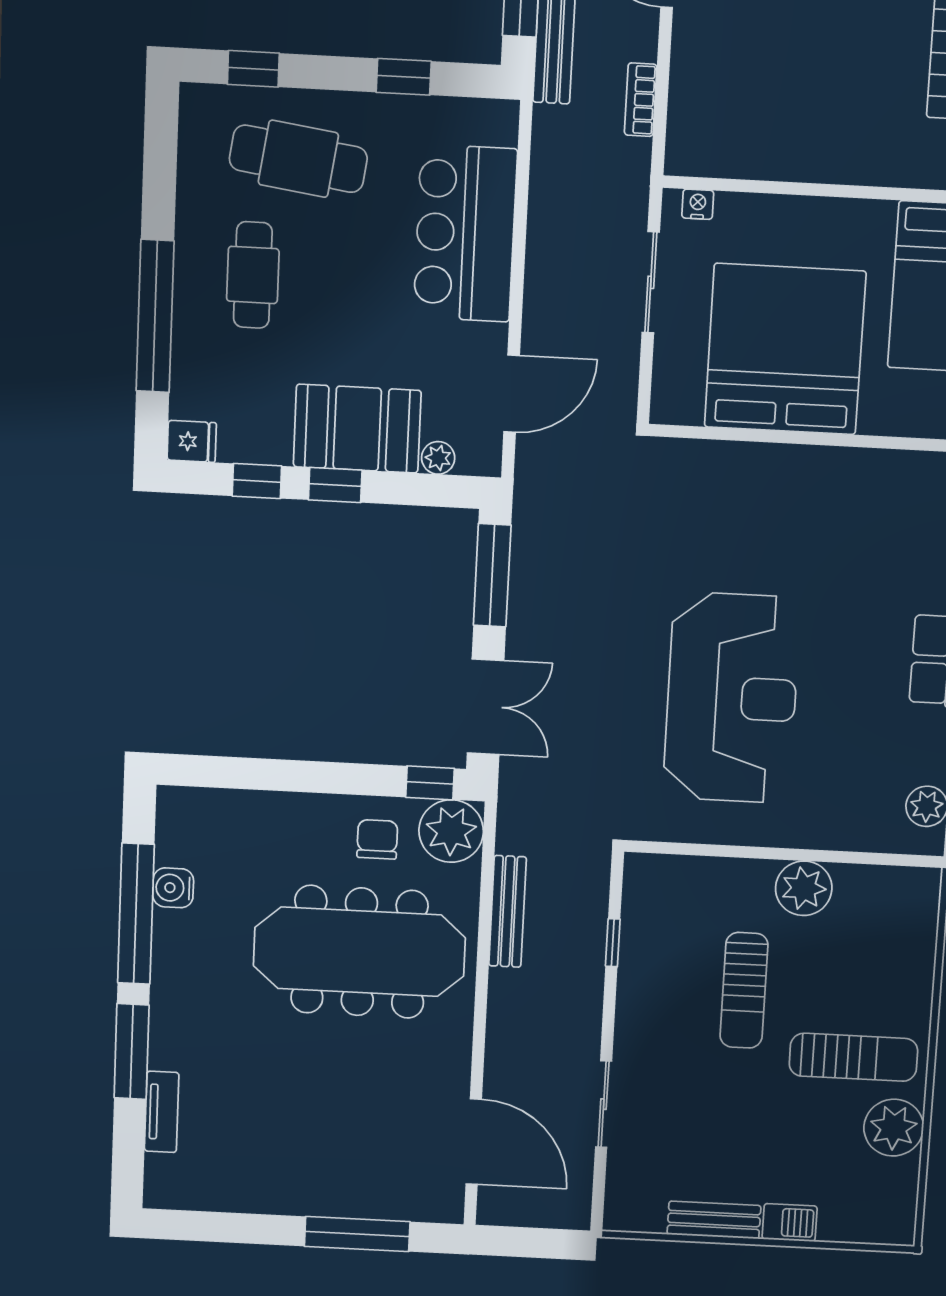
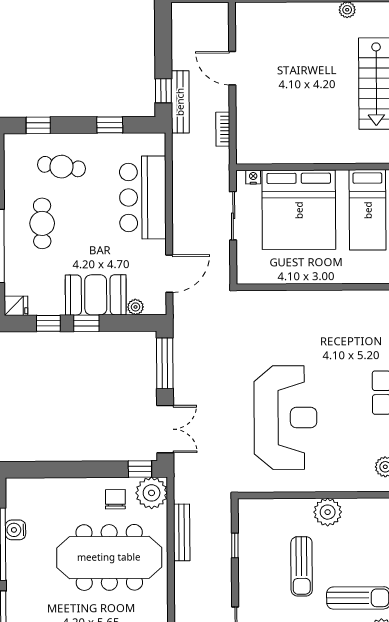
cafe table: (298, 159) -> (61, 167), width x0.73, depth x0.74
bed: (785, 349) -> (299, 210), moved, turned 180

